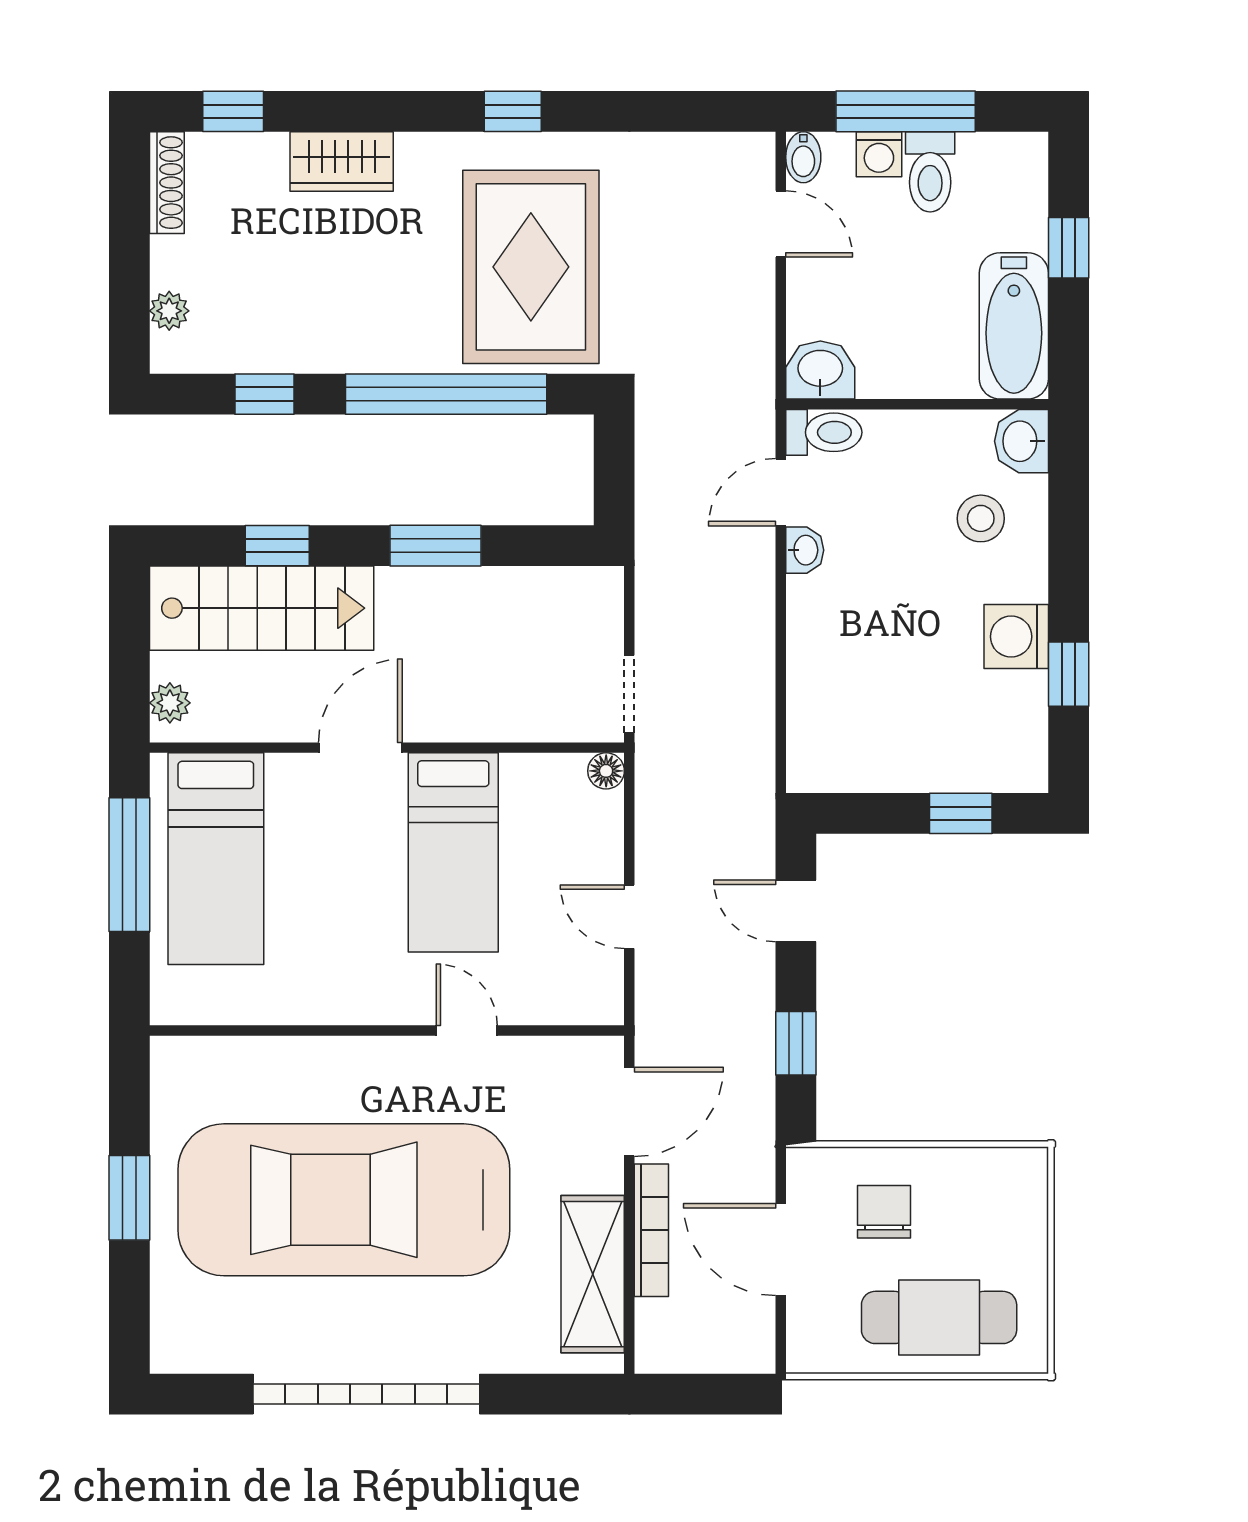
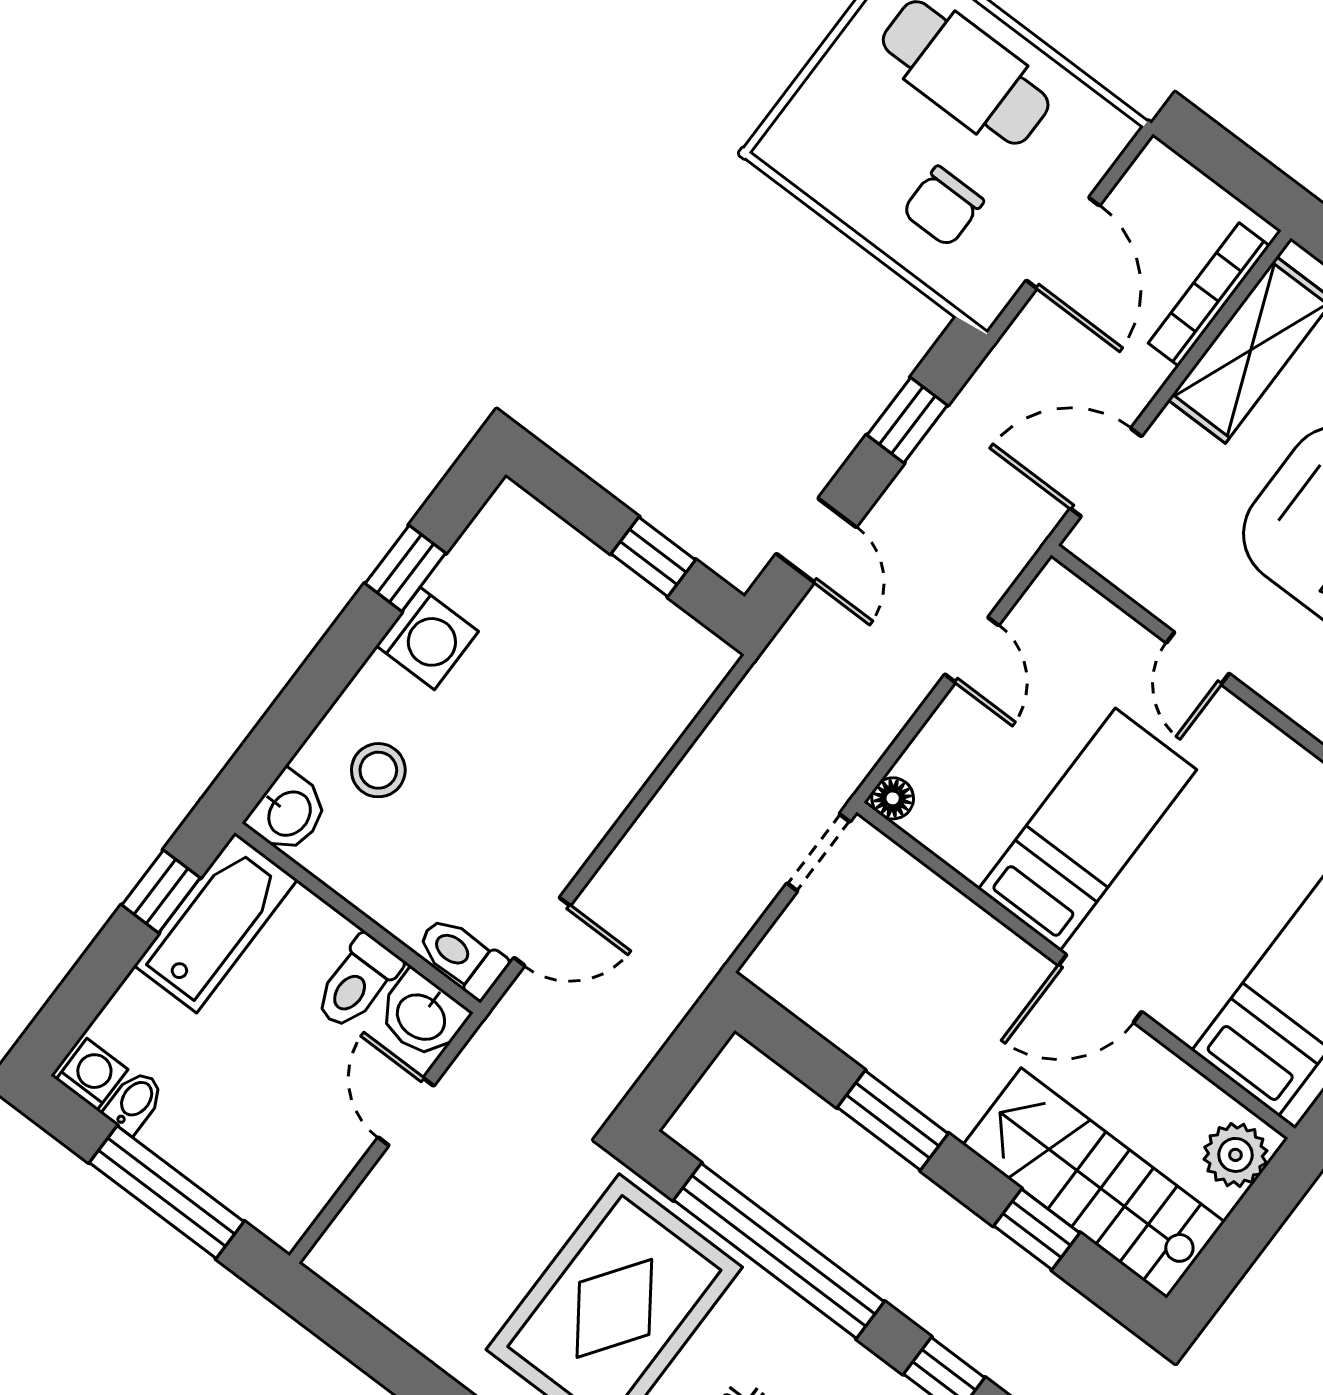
washing machine: (879, 154) -> (92, 1074), moved
bidet: (803, 157) -> (134, 1102), moved
toilet: (930, 172) -> (357, 982), moved, turned 180
door: (781, 224) -> (406, 1112), moved
window: (1069, 248) -> (161, 891), moved
washbasin: (805, 550) -> (560, 863), removed
plant: (170, 703) -> (1235, 1155), width x1.38, depth x1.38
window: (961, 813) -> (653, 557), moved
bookcase: (651, 1230) -> (1209, 294), moved

